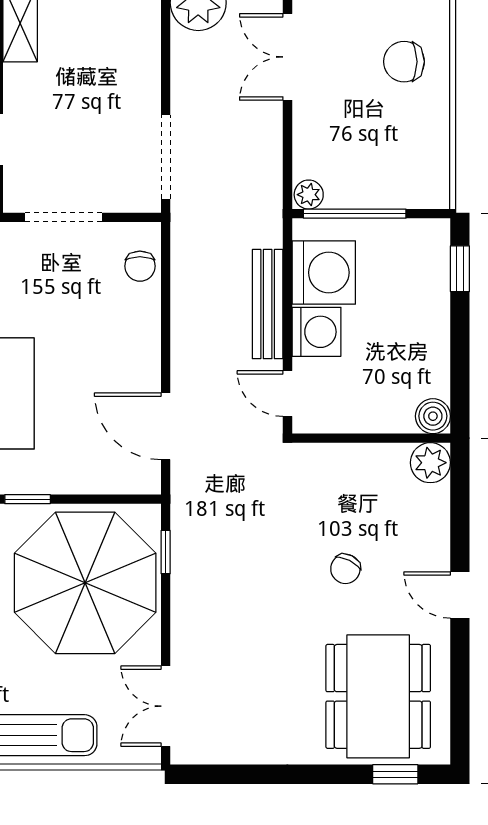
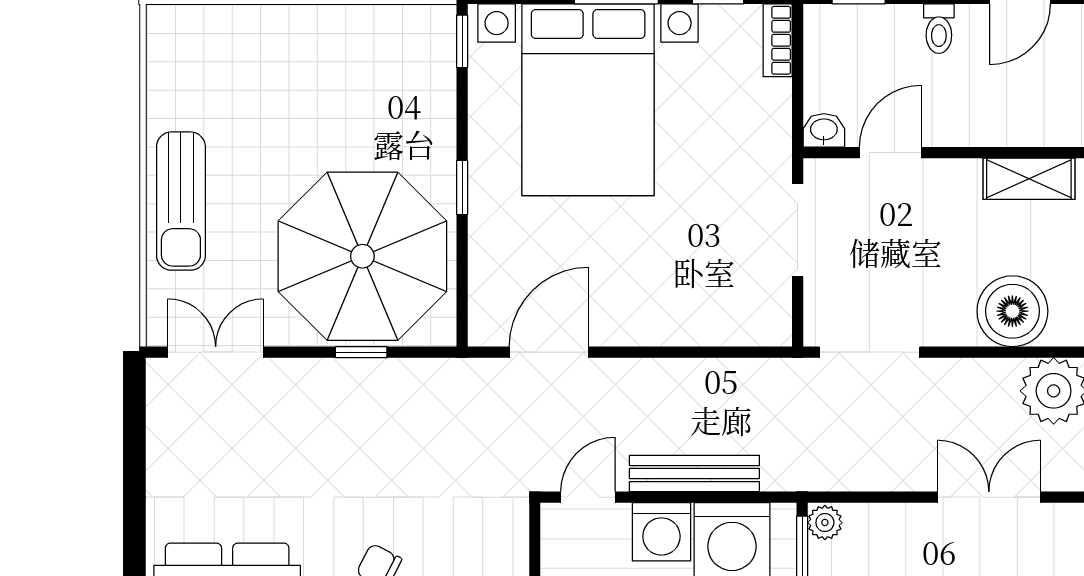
boiler: (131, 37) -> (1012, 311), added
chair: (140, 266) -> (740, 322), removed
window: (166, 552) -> (361, 352), moved

